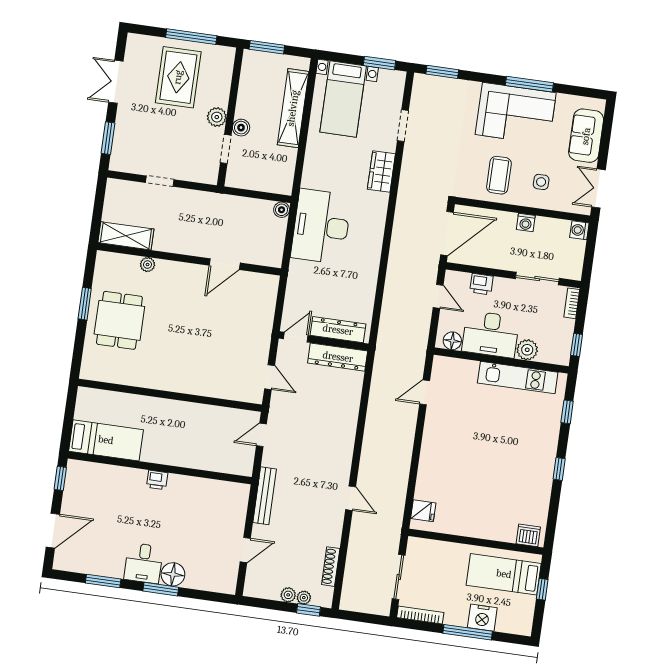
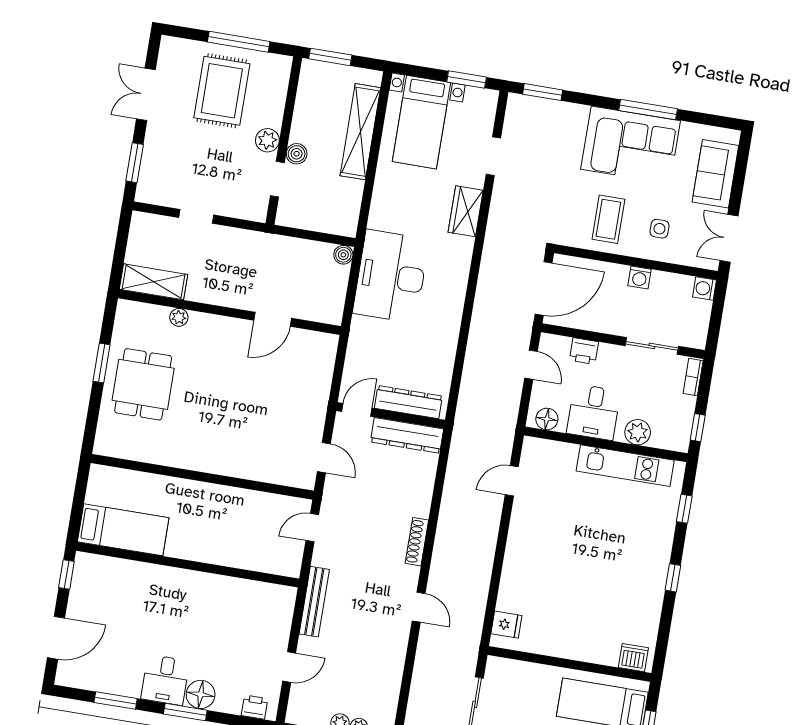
desk: (491, 334) -> (594, 412), width x0.73
printer: (157, 480) -> (254, 707), moved, turned 180
shoe rack: (331, 567) -> (417, 542), moved

